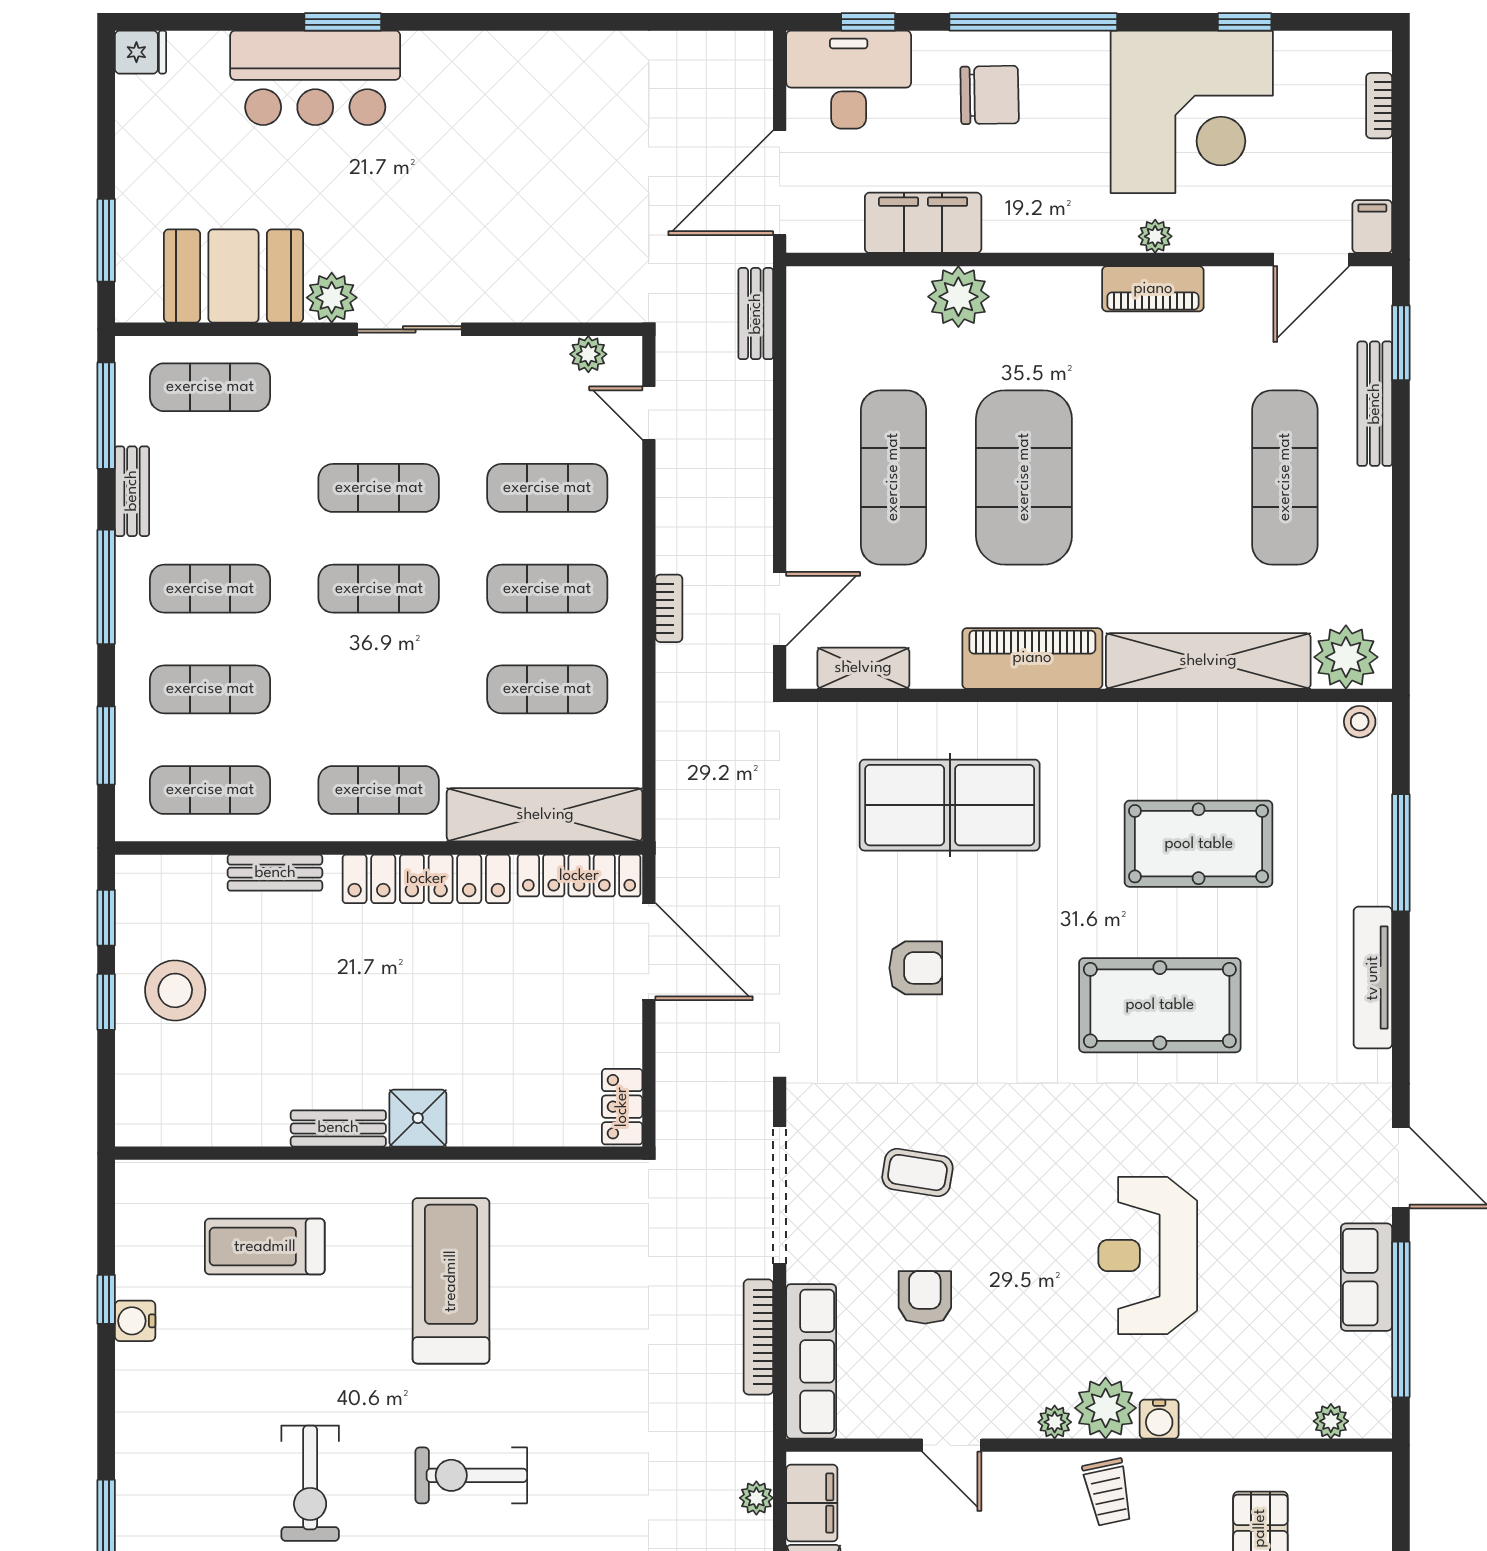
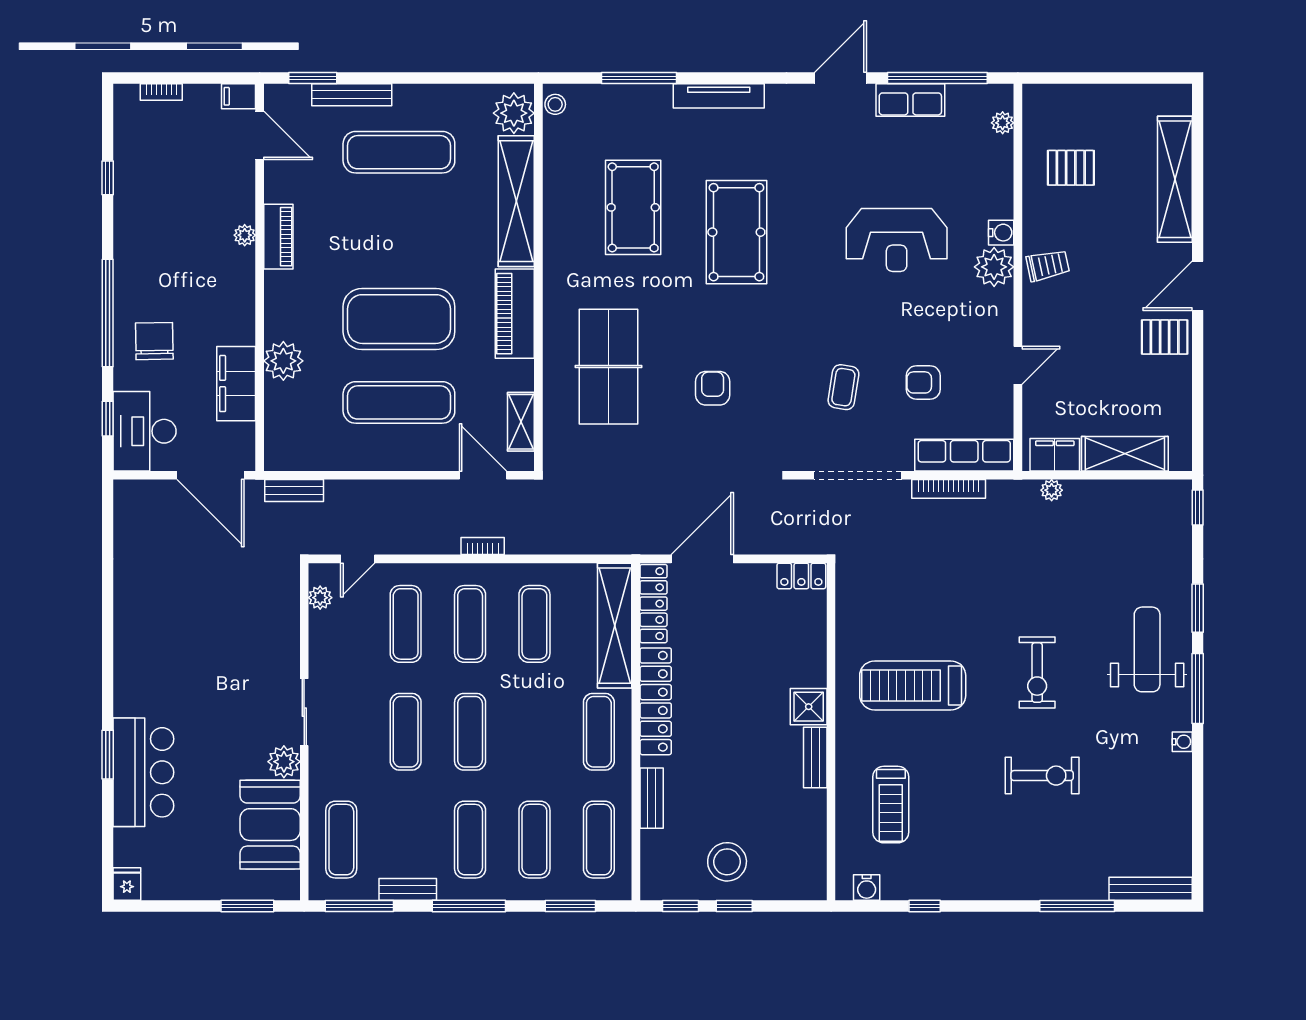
corner desk: (1192, 112) -> (165, 212), removed
water cooler: (135, 1321) -> (867, 887), moved
plant: (1055, 1422) -> (1003, 299), removed

